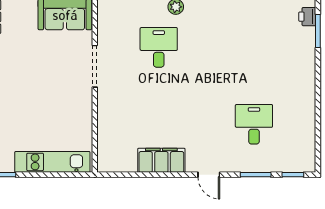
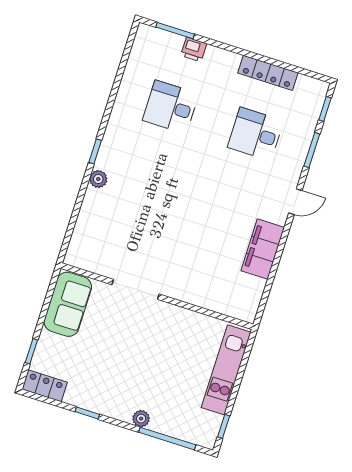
printer: (307, 17) -> (194, 50), moved
desk: (159, 47) -> (171, 107), moved
locker: (308, 118) -> (268, 73), added

